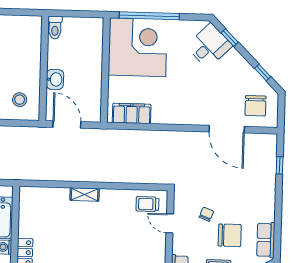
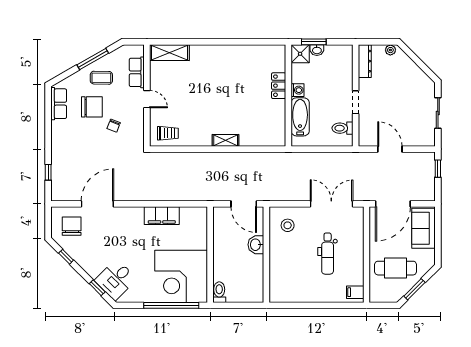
toilet: (55, 28) -> (219, 292), moved
filing cabinet: (132, 113) -> (162, 216), moved
door: (227, 129) -> (97, 204), hinge flipped
door: (170, 223) -> (147, 99), moved
chair: (230, 235) -> (92, 107), turned 180

